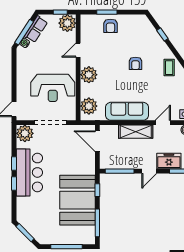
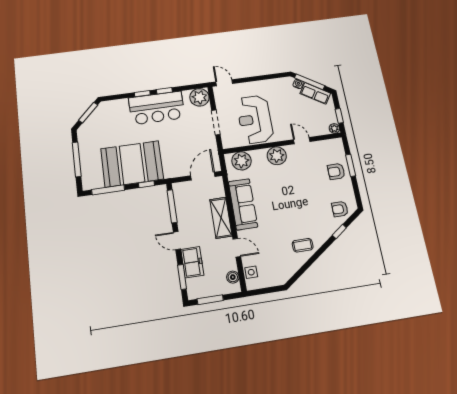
plant: (67, 23) -> (334, 128), width x0.53, depth x0.53
armchair: (135, 63) -> (340, 209), moved
doorway: (50, 123) -> (216, 122), width x0.73

